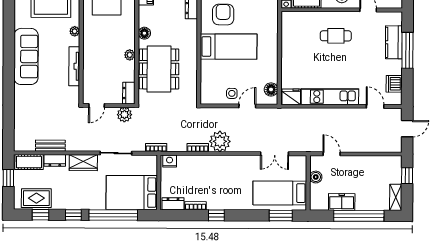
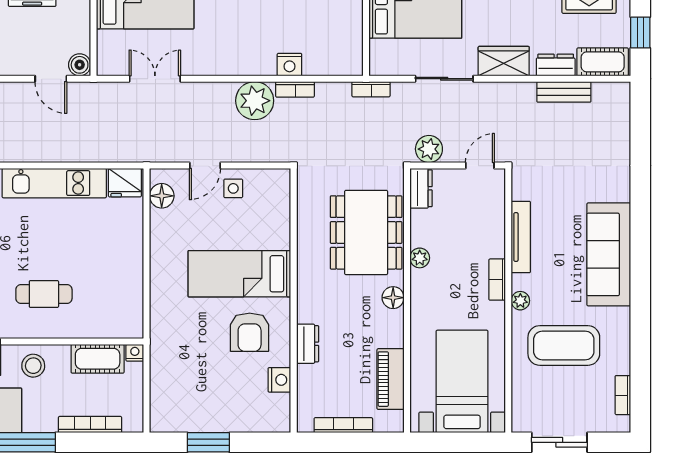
bookcase: (87, 43) -> (497, 280), added
nightstand: (170, 161) -> (289, 65), moved
boiler: (316, 177) -> (80, 65), moved

